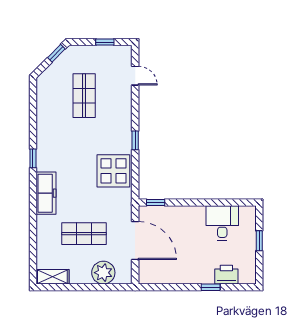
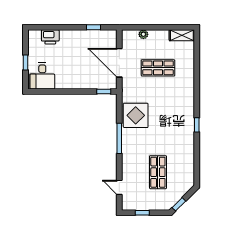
window: (135, 140) -> (119, 138), width x2.17
freezer: (46, 193) -> (187, 98), removed
desk: (222, 223) -> (42, 76), moved
plant: (103, 273) -> (143, 34), width x0.53, depth x0.53
window: (211, 287) -> (93, 27), moved

